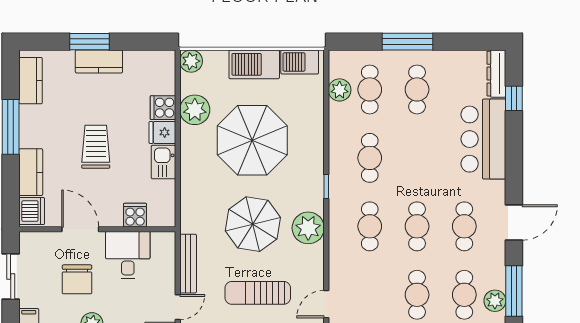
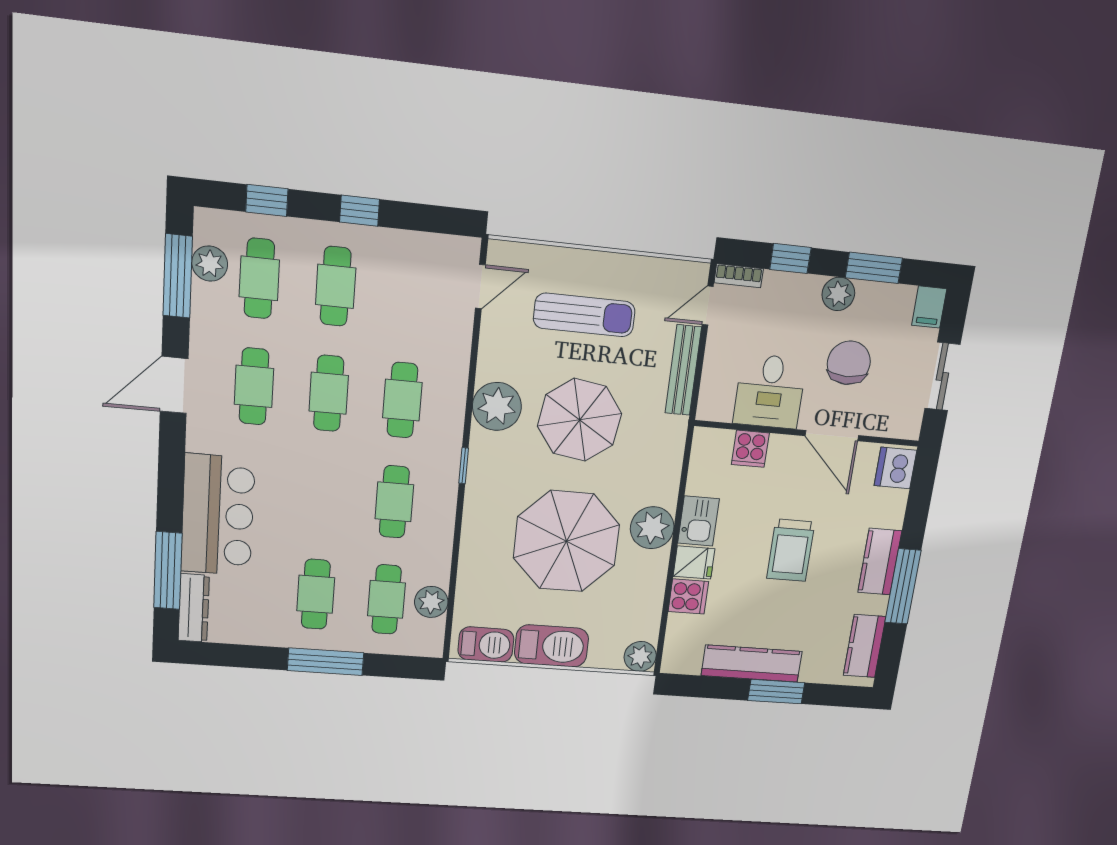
kitchen counter: (99, 62) -> (752, 664), width x1.50
window: (514, 98) -> (168, 571), width x2.17
plant: (195, 110) -> (652, 528), moved
kitchen counter: (31, 172) -> (880, 562), moved

